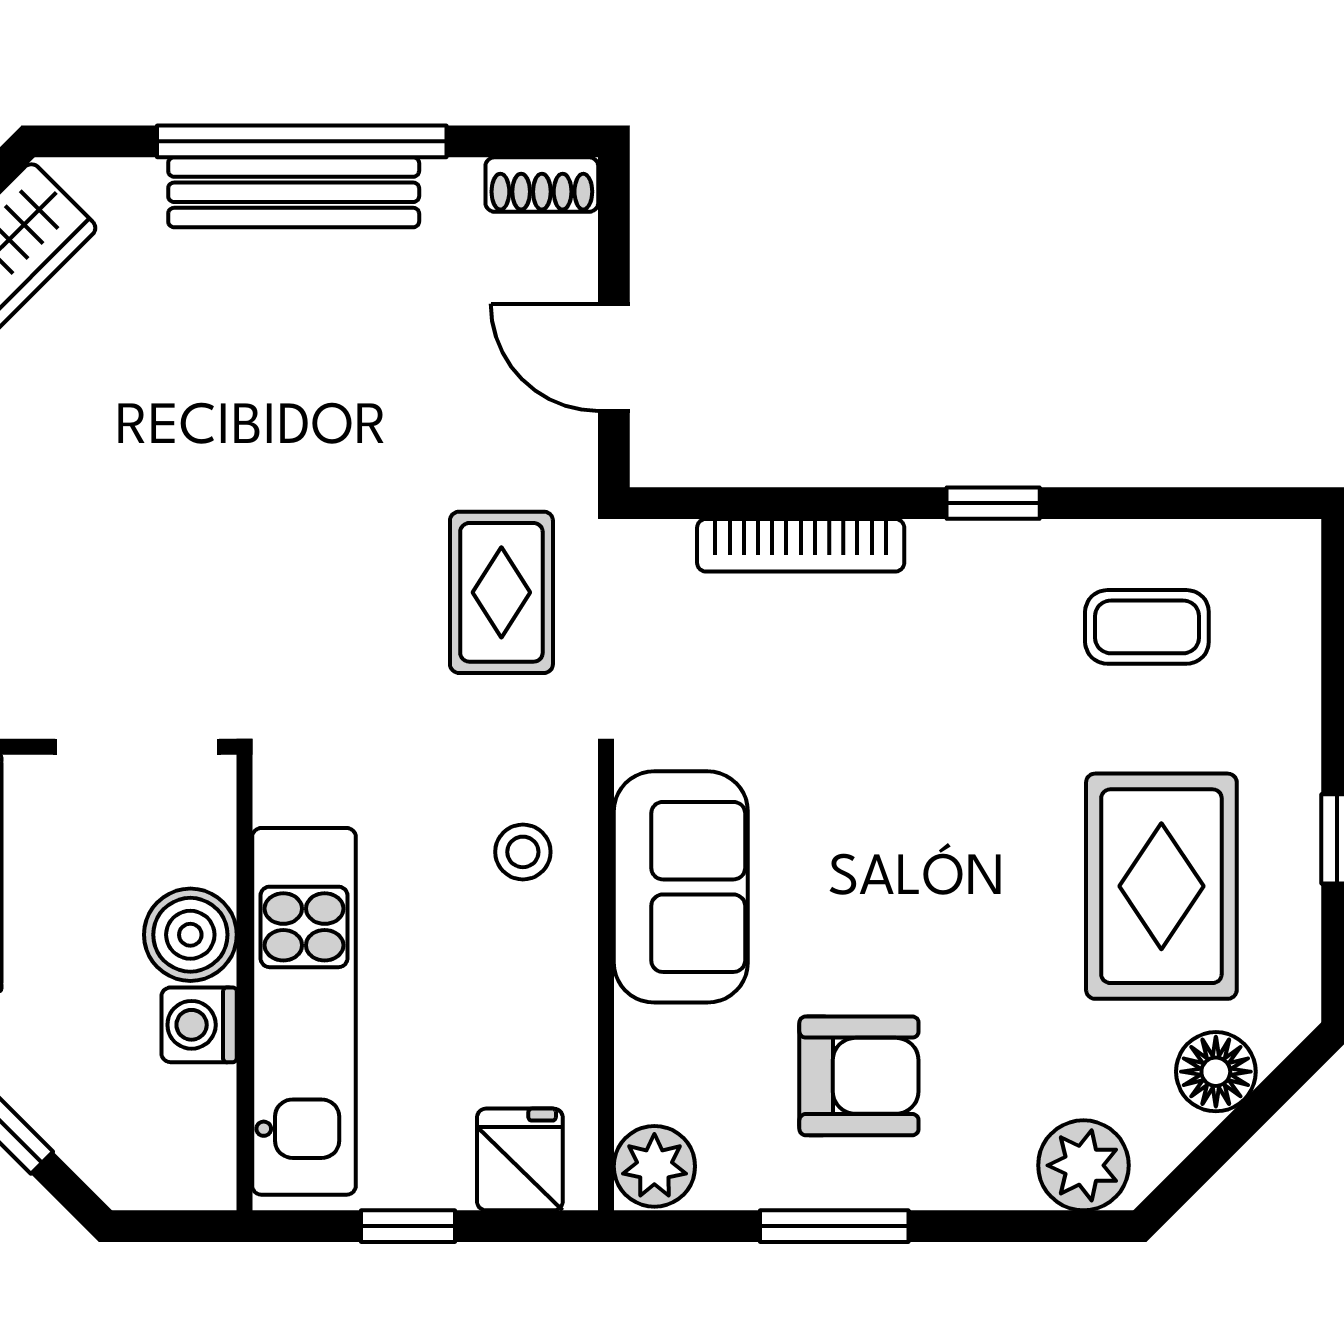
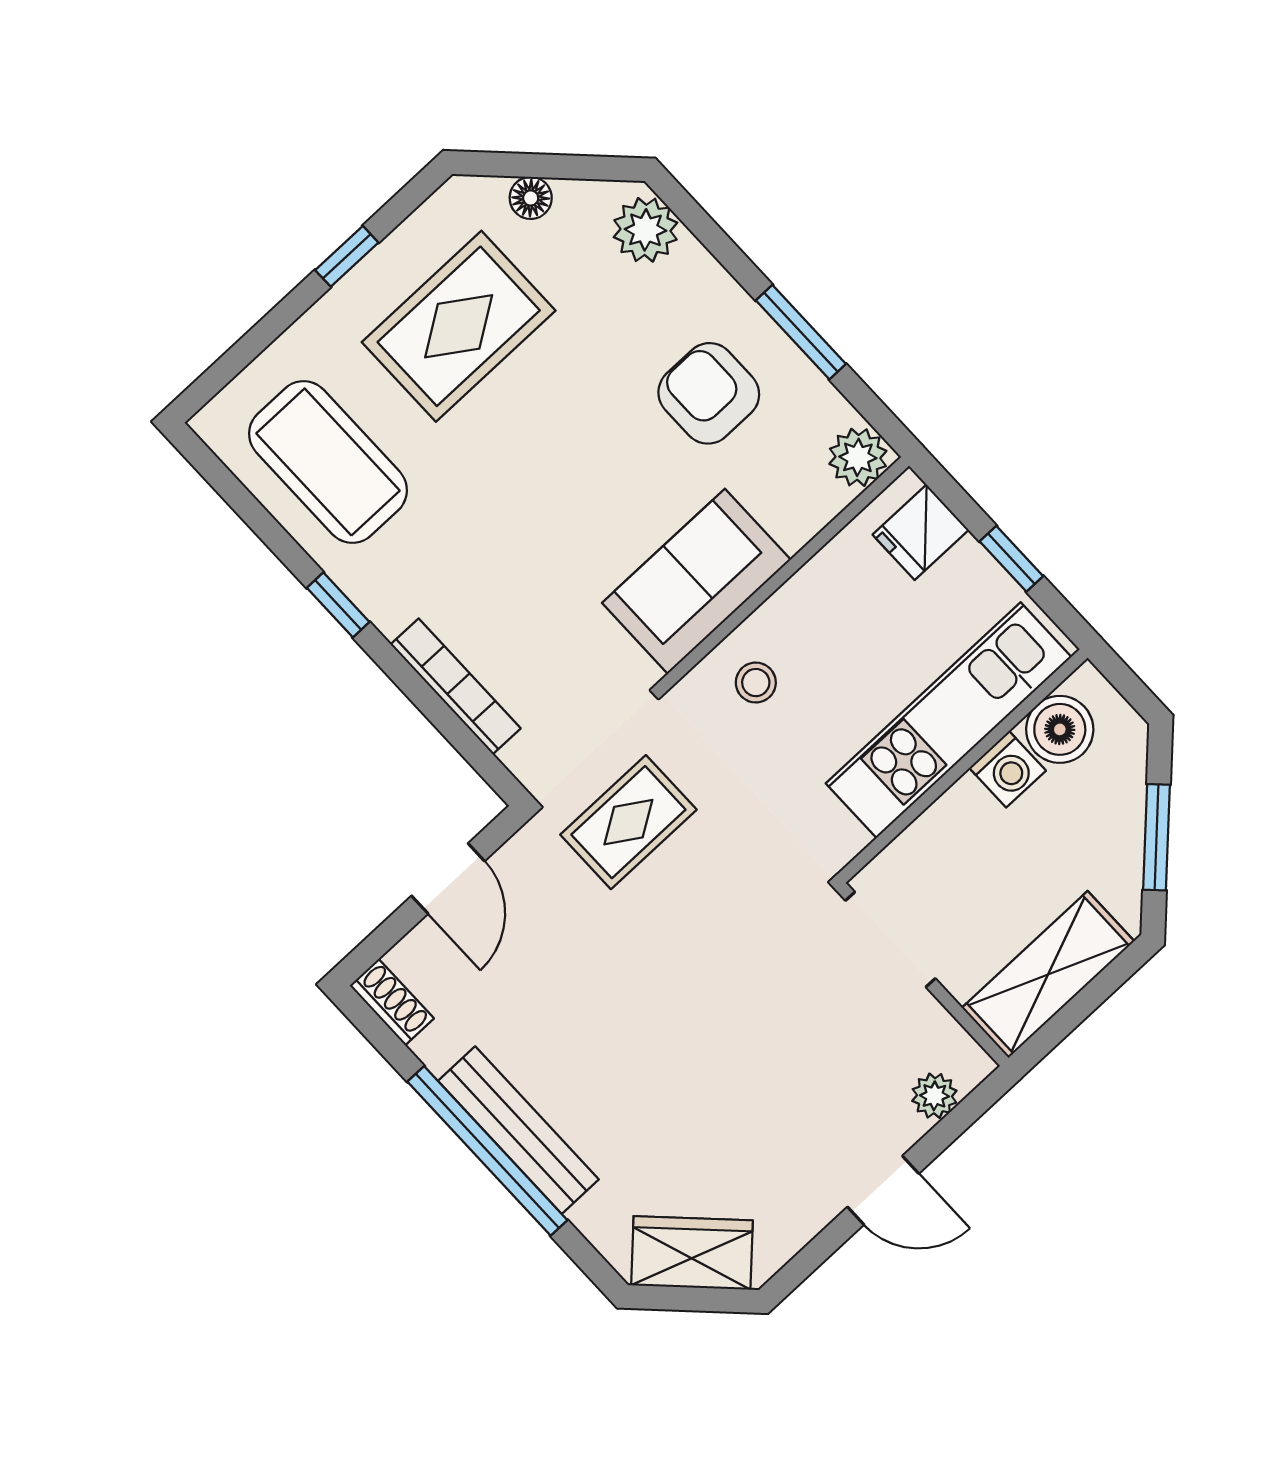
coffee table: (1147, 627) -> (328, 462), width x1.86, depth x1.72
boiler: (190, 935) -> (1060, 729), moved
floor lamp: (1216, 1072) -> (531, 198), width x0.73, depth x0.73

